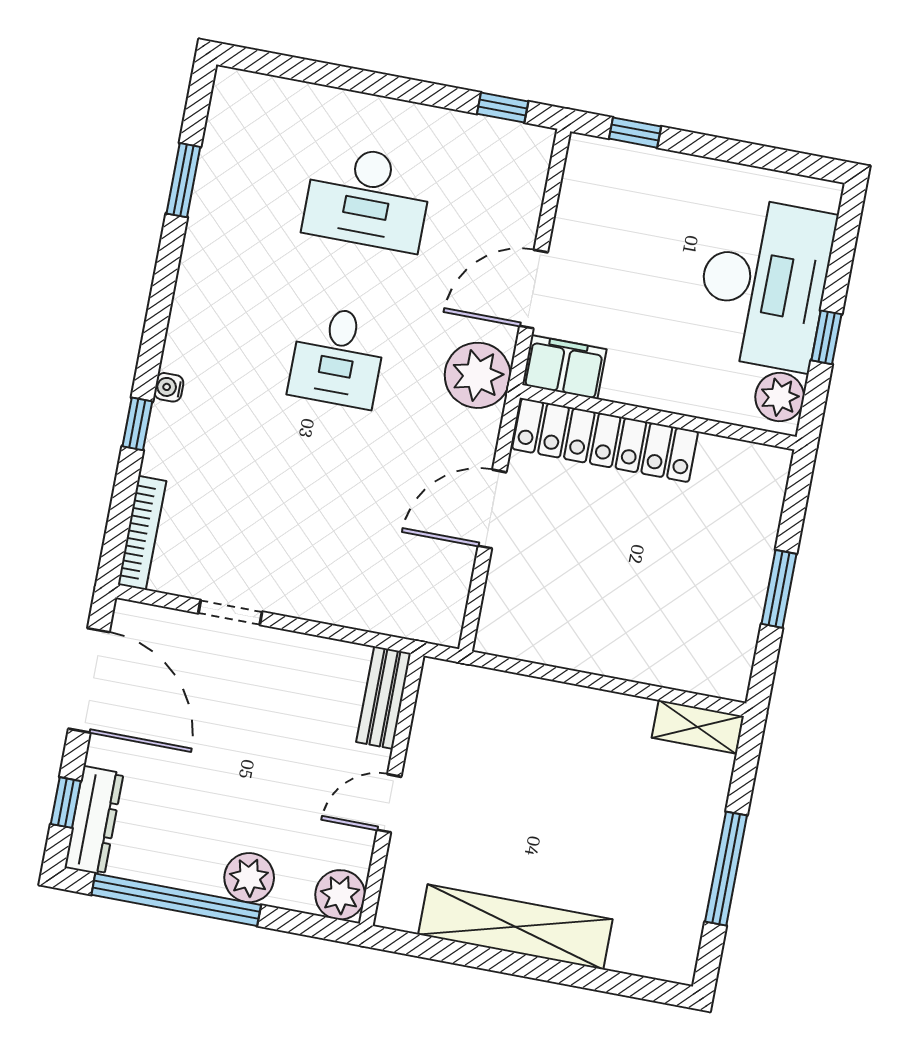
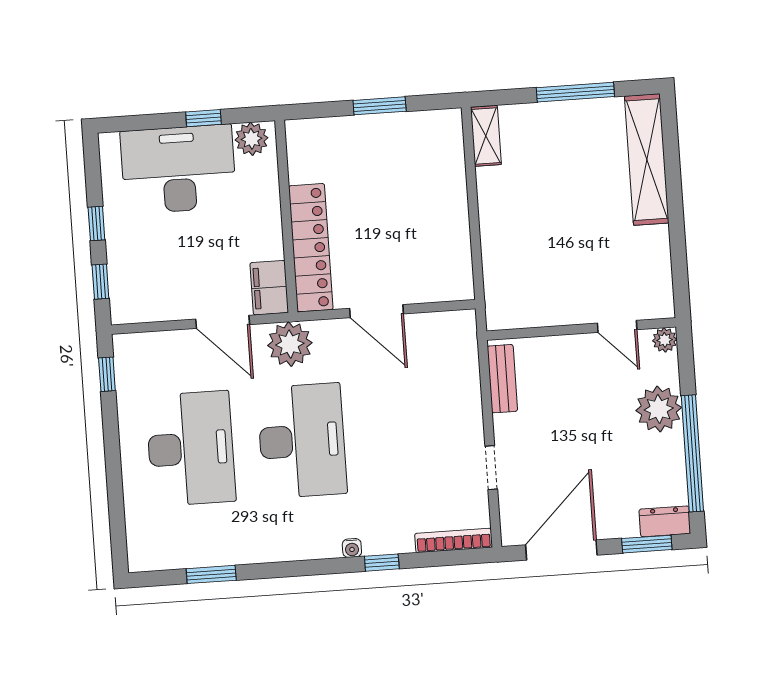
window: (718, 148) -> (96, 224), added
desk: (368, 198) -> (191, 449), width x1.36, depth x1.30
desk: (338, 357) -> (302, 441), width x1.87, depth x1.30
bench: (384, 698) -> (502, 379), moved, turned 90
window: (66, 803) -> (647, 544), width x1.50
door: (389, 803) -> (617, 326), moved
dresser: (94, 821) -> (665, 521), width x0.70
plant: (249, 878) -> (659, 409), width x1.36, depth x1.36
plant: (340, 895) -> (665, 340), width x0.73, depth x0.73
shelving: (515, 927) -> (647, 160), moved

